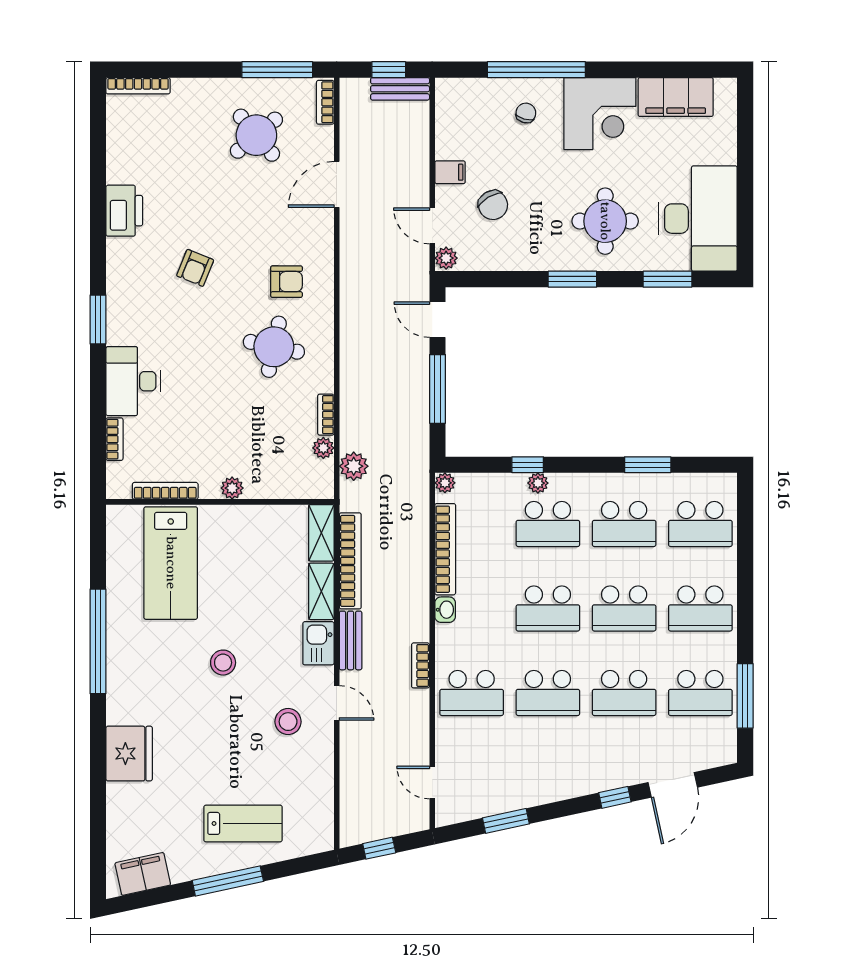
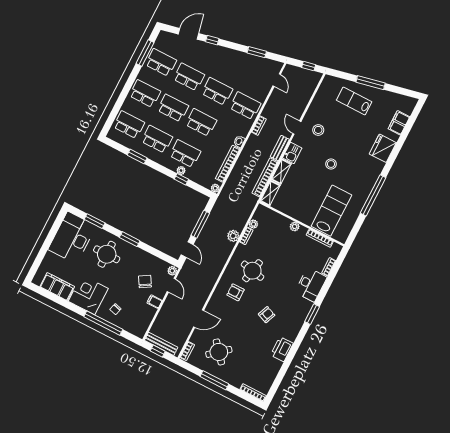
window: (277, 70) -> (214, 380), moved
bench: (400, 89) -> (161, 344), width x1.36
plant: (354, 466) -> (233, 236), moved
filing cabinet: (143, 874) -> (399, 123), moved, turned 102

